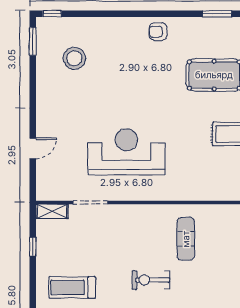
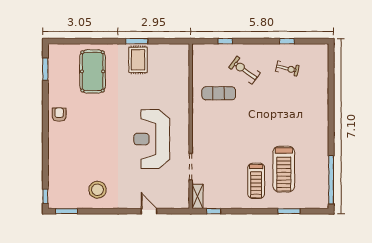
armchair: (158, 32) -> (59, 115), turned 180
stool: (74, 58) -> (98, 190), moved
window: (33, 247) -> (214, 211), moved
exercise bike: (151, 280) -> (244, 70), moved, turned 126

